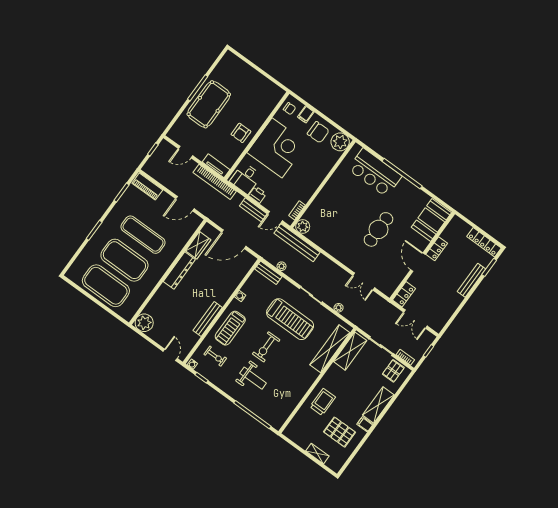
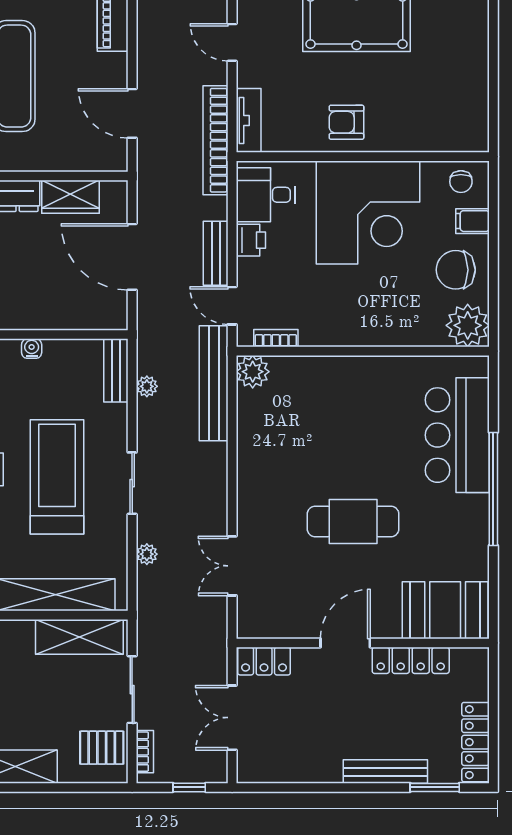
chair: (318, 132) -> (456, 270), turned 90
locker: (437, 249) -> (411, 660), width x1.53
treadmill: (290, 319) -> (57, 477), turned 180

